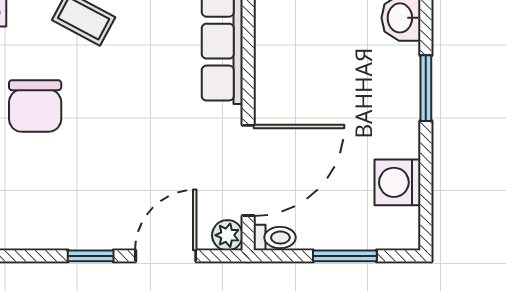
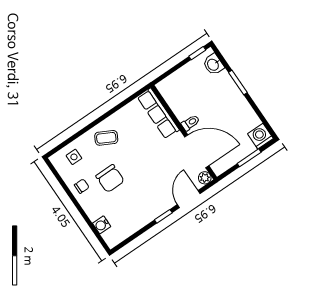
door: (248, 170) -> (197, 151), hinge flipped
washing machine: (398, 182) -> (260, 136), moved, turned 90
toilet: (275, 238) -> (190, 123), moved

